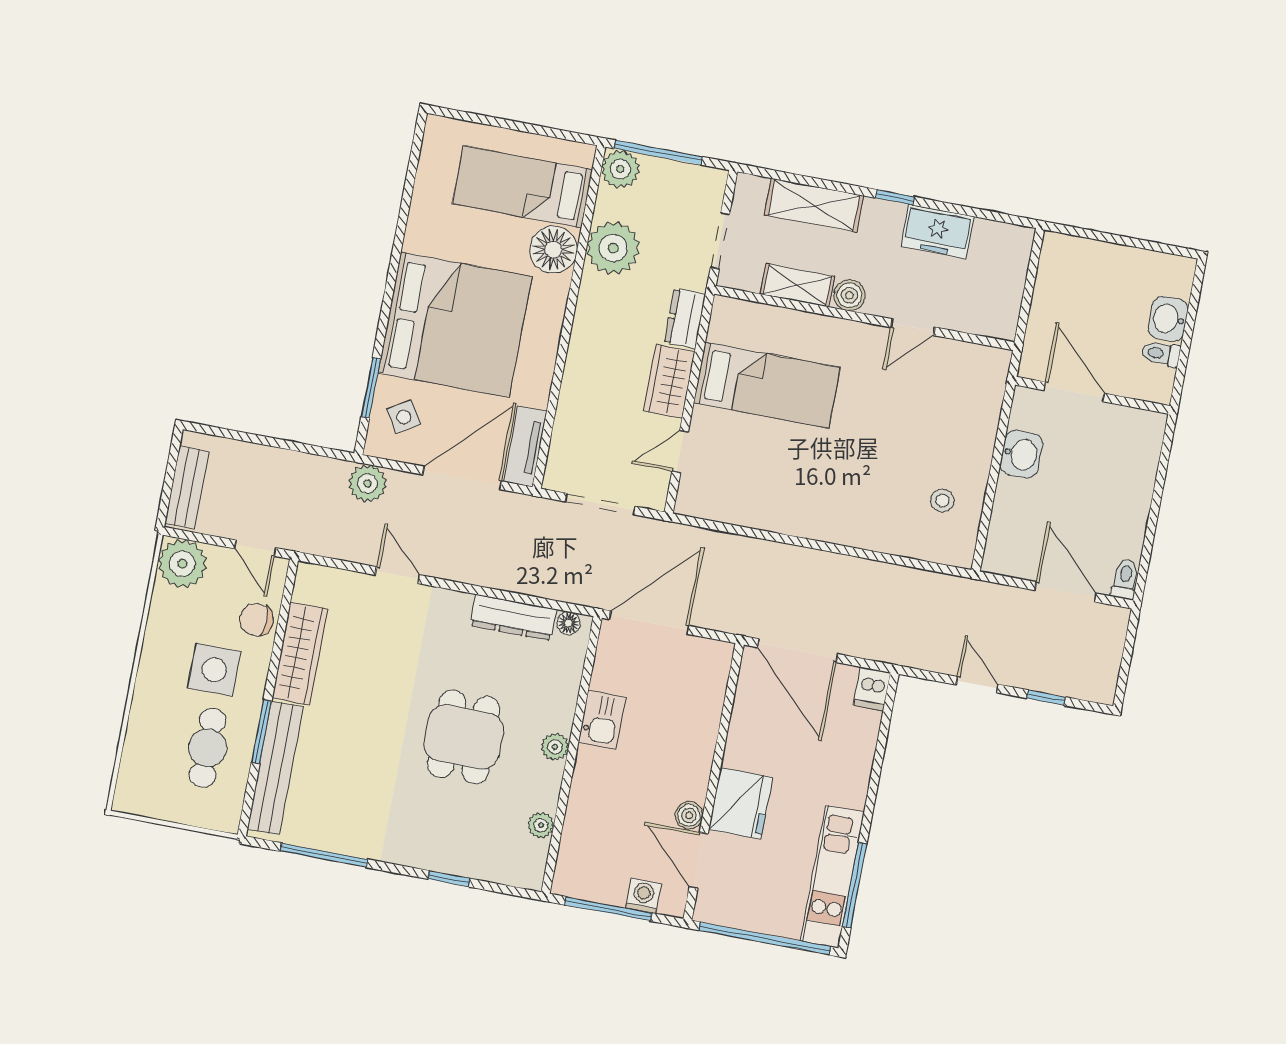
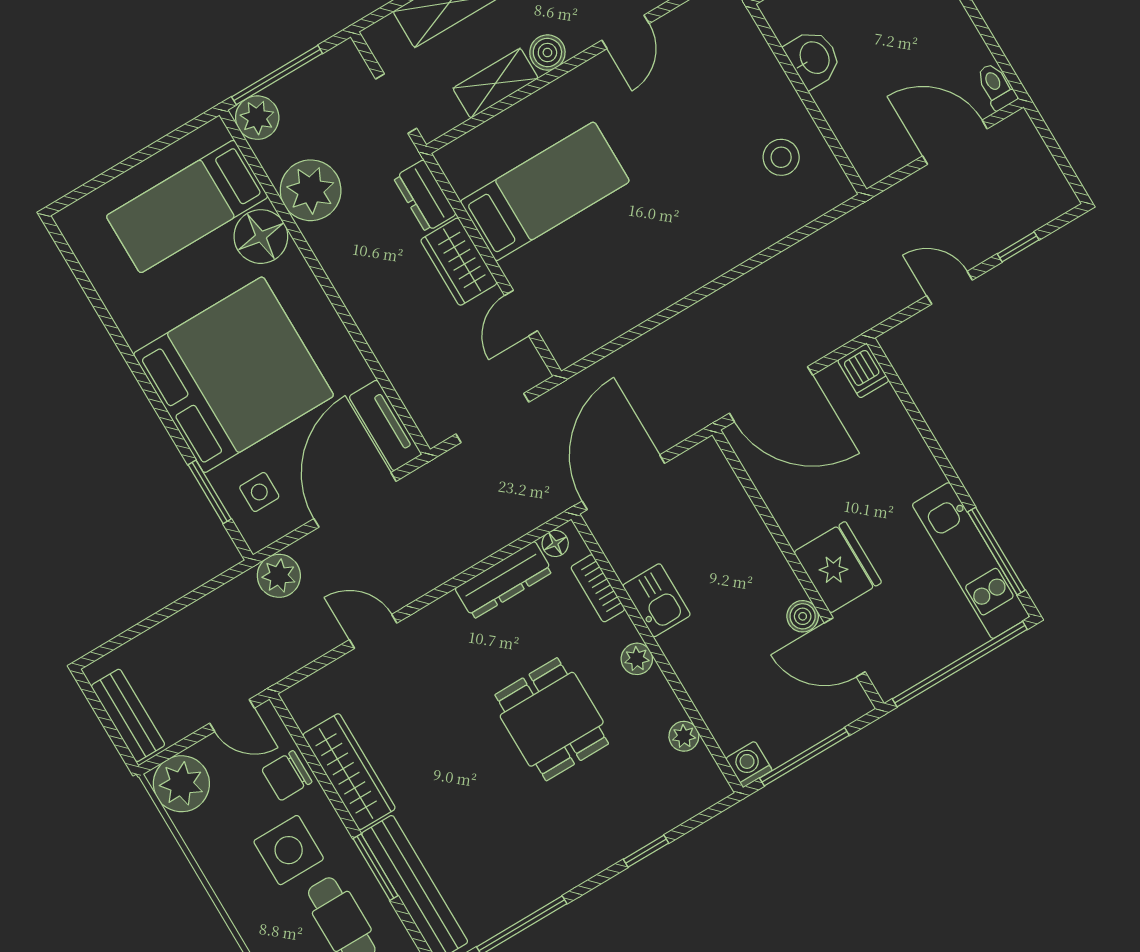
side table: (404, 417) -> (259, 492), turned 32
stool: (942, 500) -> (781, 157), width x1.37, depth x1.37
bookcase: (570, 678) -> (598, 588), added
washing machine: (643, 896) -> (749, 764), moved

